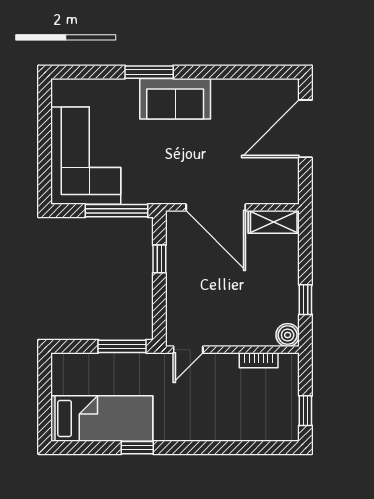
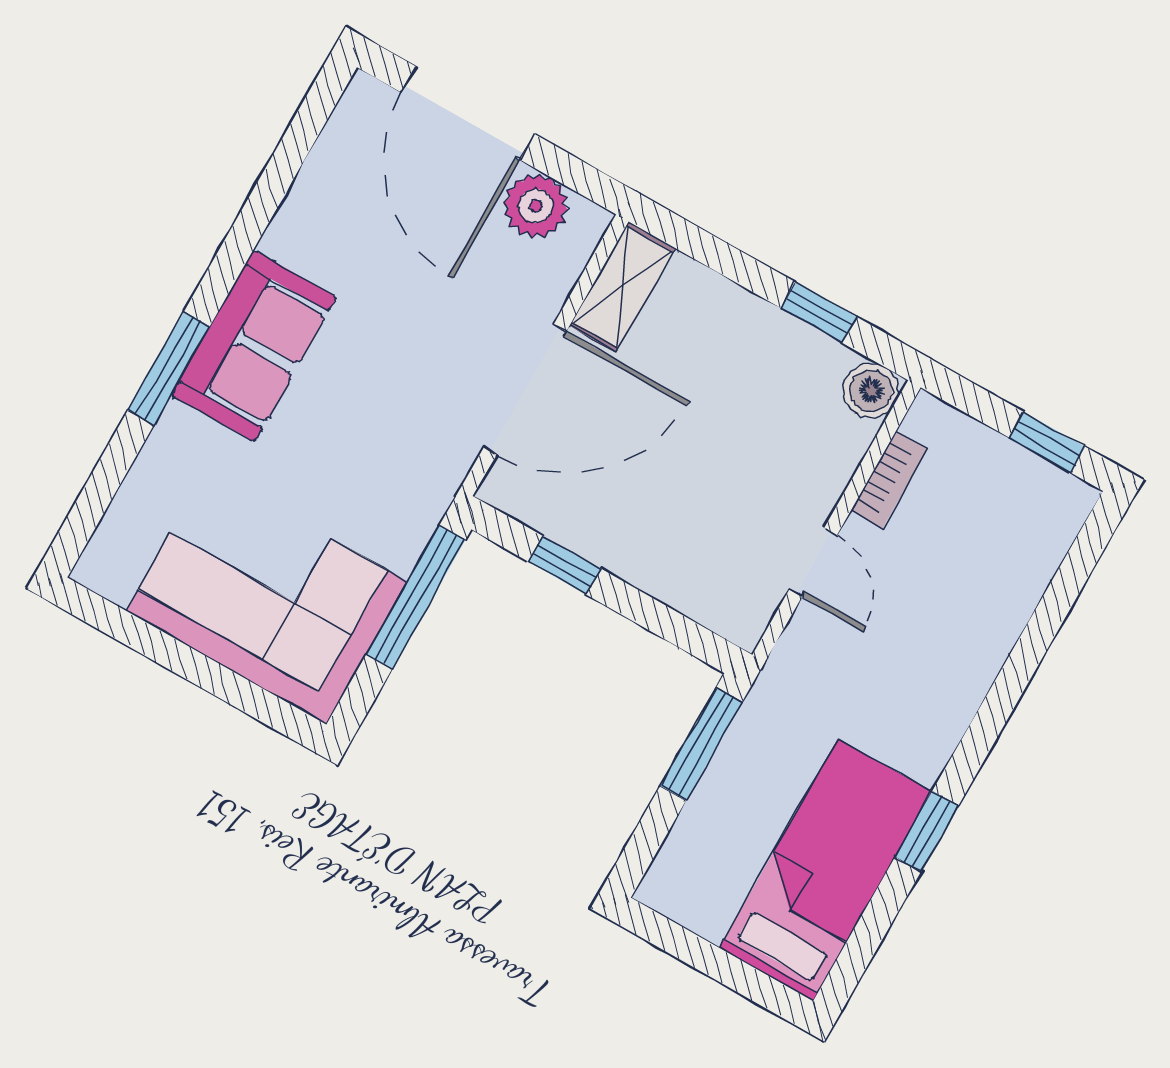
plant: (286, 173) -> (536, 206), added
door: (188, 350) -> (813, 562), moved

